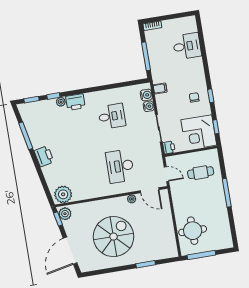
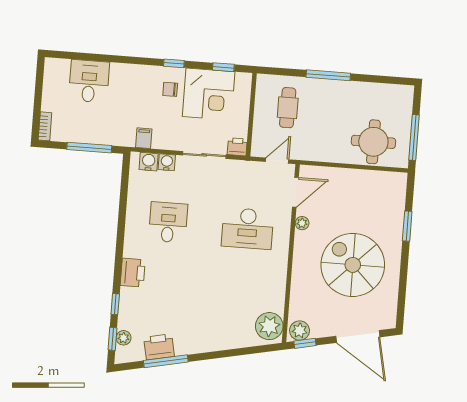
plant: (61, 102) -> (124, 338), moved
corner desk: (199, 132) -> (209, 94), moved
printer: (44, 156) -> (159, 347), moved

